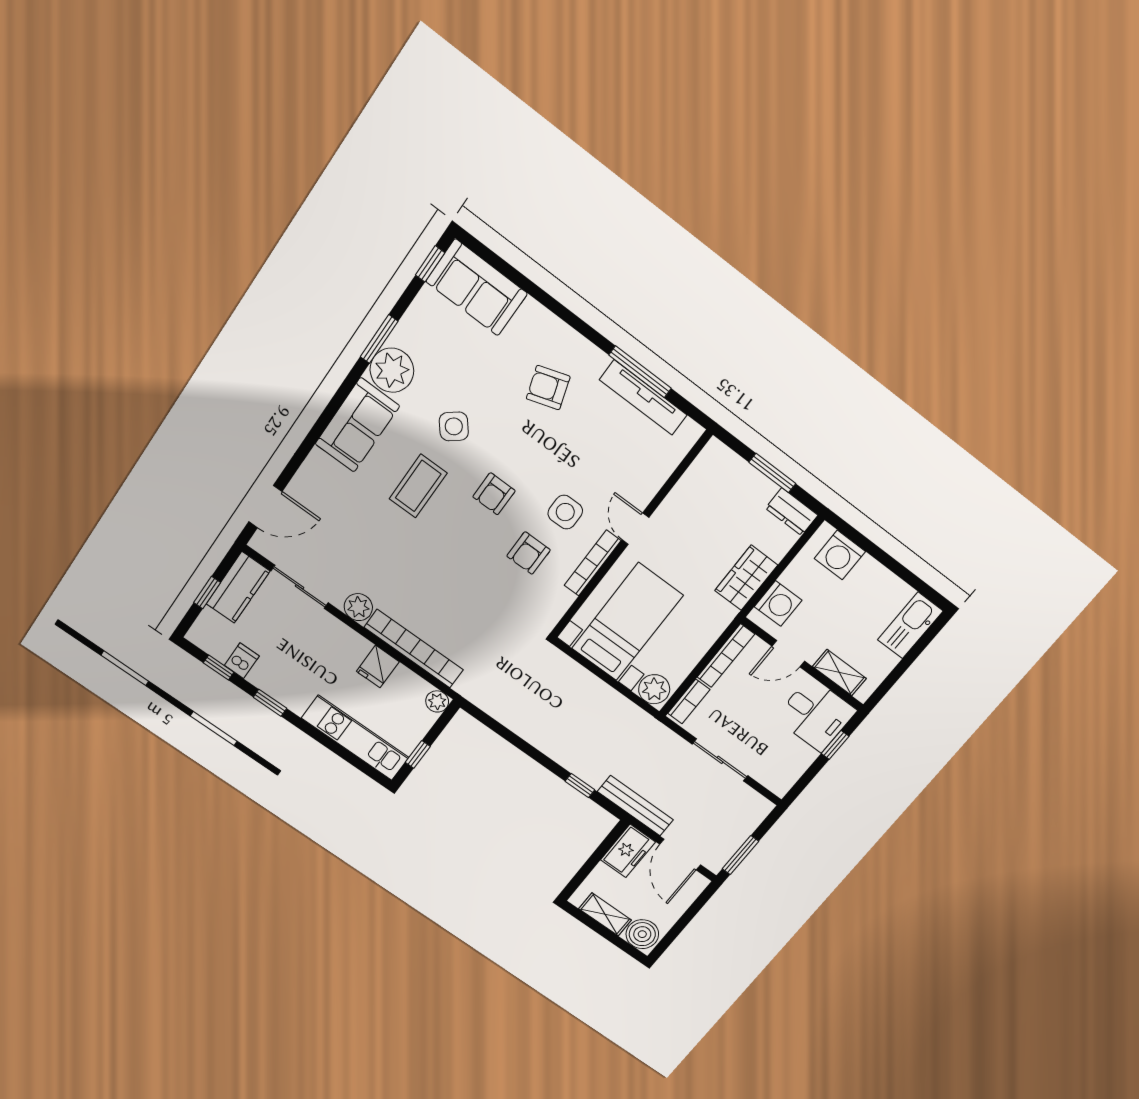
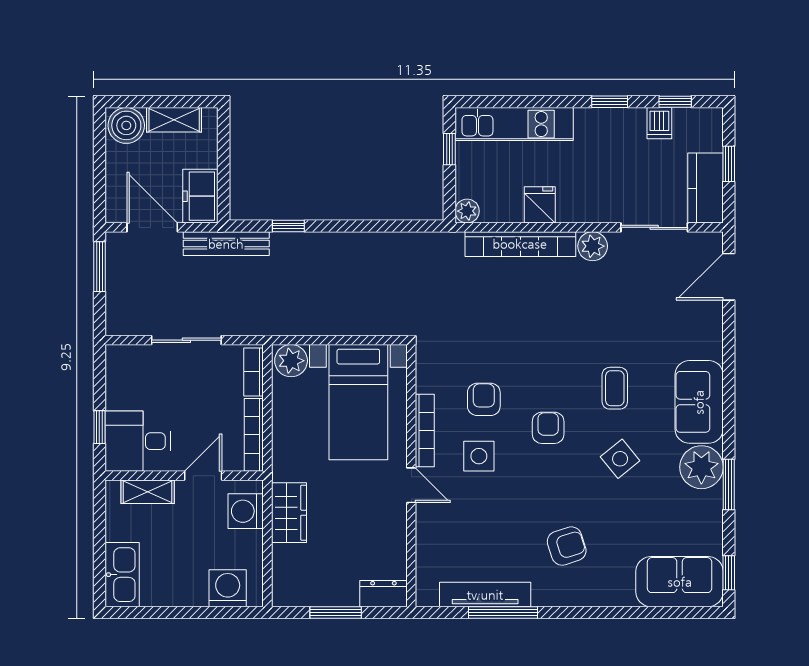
coffee table: (418, 486) -> (615, 388), width x0.73, depth x0.77
dresser: (792, 512) -> (383, 594), moved

